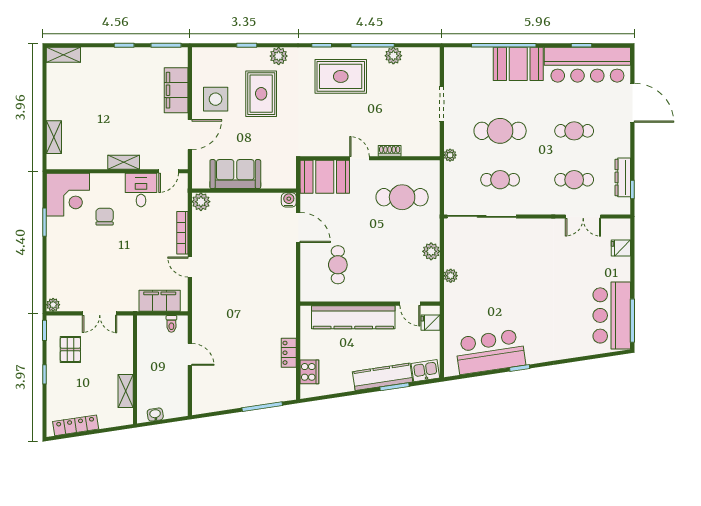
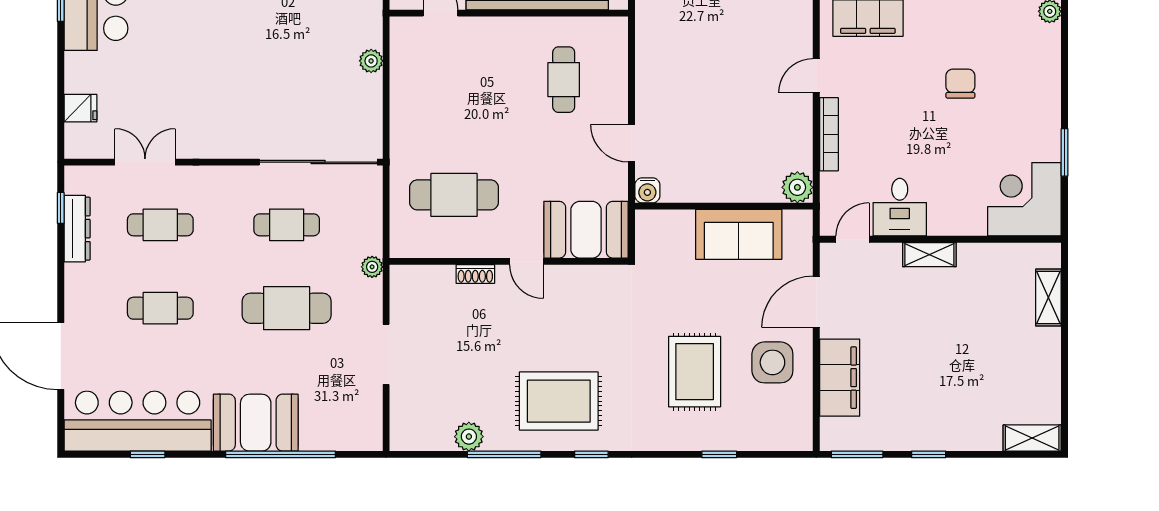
plant: (279, 56) -> (665, 436), removed
chair: (105, 217) -> (960, 84), moved, turned 180
door: (298, 228) -> (632, 143), width x0.73
plant: (431, 251) -> (404, 102), removed
door: (190, 267) -> (816, 76), swing flipped

